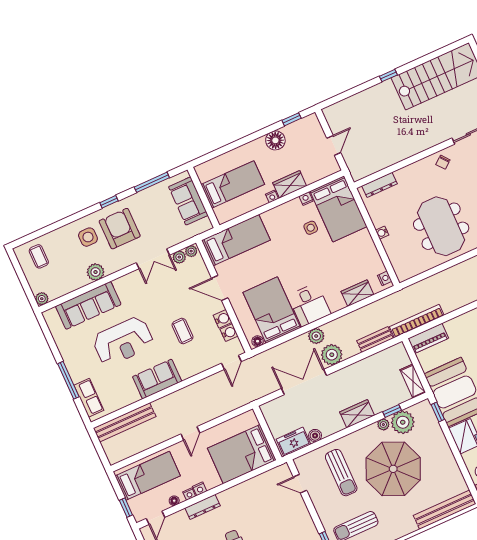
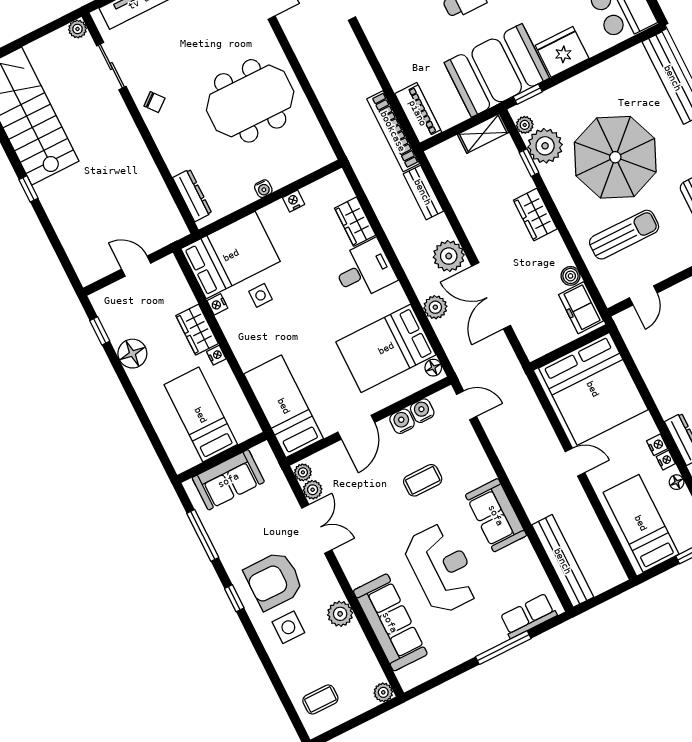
nightstand: (385, 278) -> (294, 201), moved
desk: (309, 305) -> (364, 270), moved
plant: (316, 336) -> (435, 307), moved
plant: (383, 425) -> (525, 125), moved
bed: (242, 454) -> (593, 389), width x1.36

